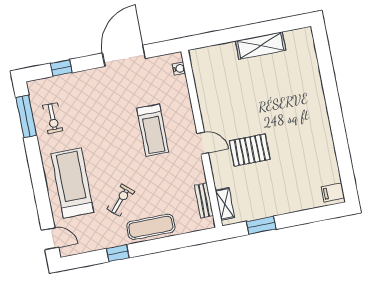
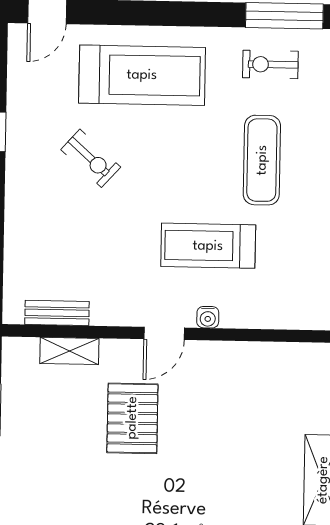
water cooler: (179, 69) -> (208, 317), moved
shelving: (225, 204) -> (69, 351), moved
exercise mat: (151, 227) -> (262, 160), moved

